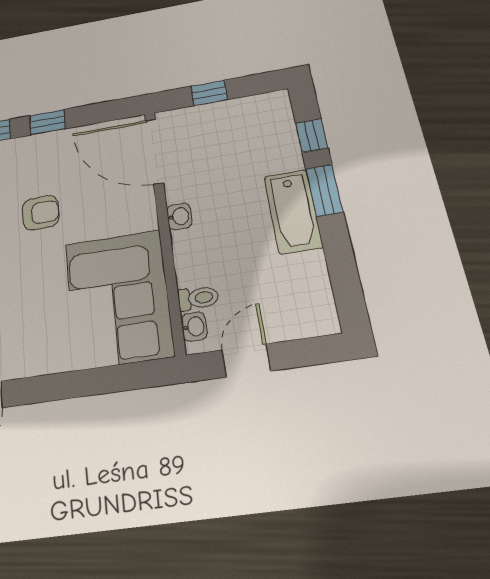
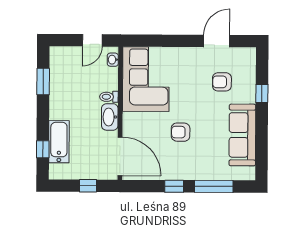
window: (324, 190) -> (43, 81), moved
bathtub: (293, 211) -> (59, 142), moved
washbasin: (179, 216) -> (110, 117), width x1.91, depth x1.45
toilet: (198, 298) -> (109, 97), moved

